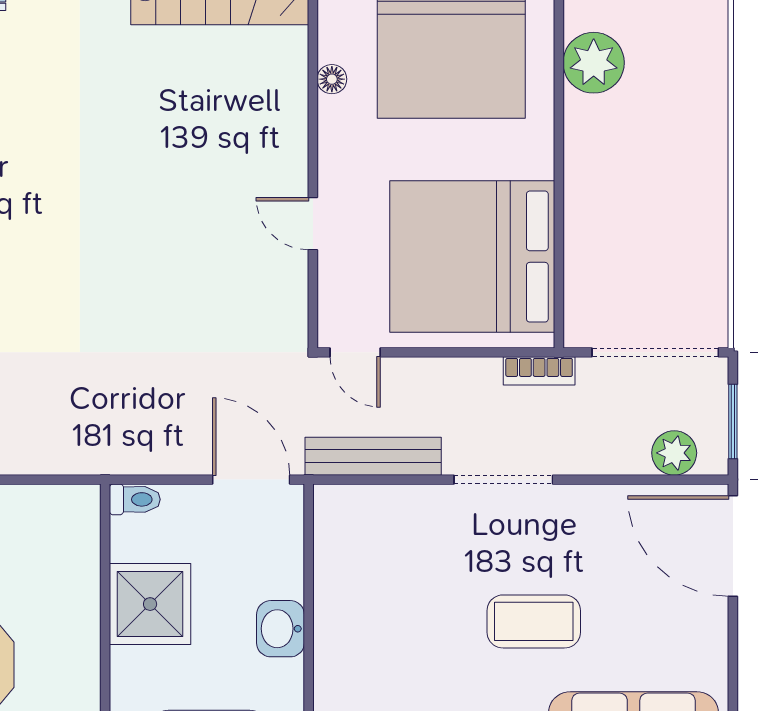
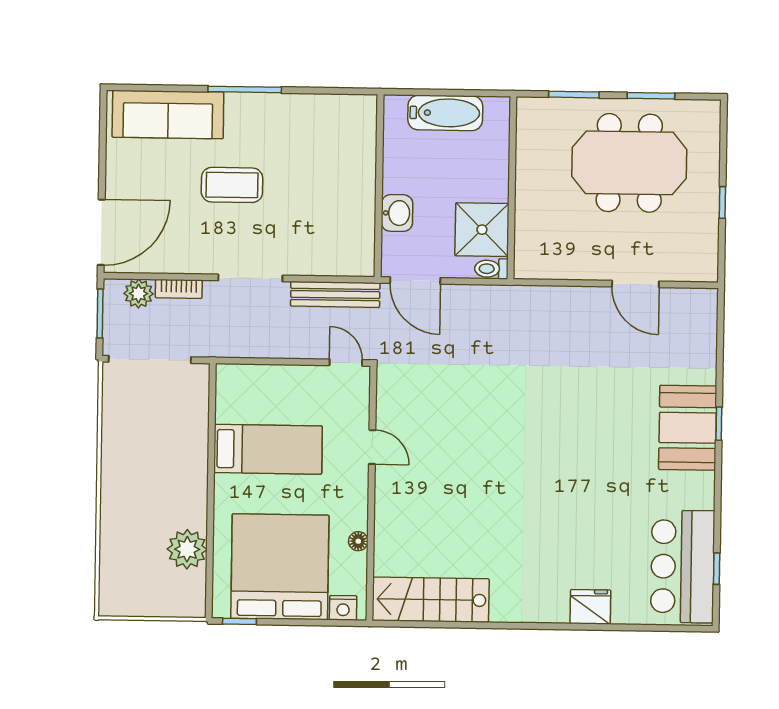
bed: (472, 257) -> (268, 449), width x0.49
bookcase: (539, 371) -> (179, 289), moved, turned 180
door: (733, 546) -> (101, 232), hinge flipped
shower: (150, 604) -> (482, 230), moved
washbasin: (281, 629) -> (397, 213), moved

